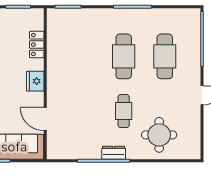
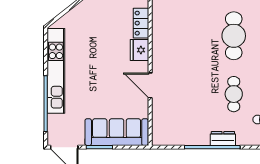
fridge: (35, 81) -> (140, 50), moved
door: (45, 119) -> (150, 85), moved

